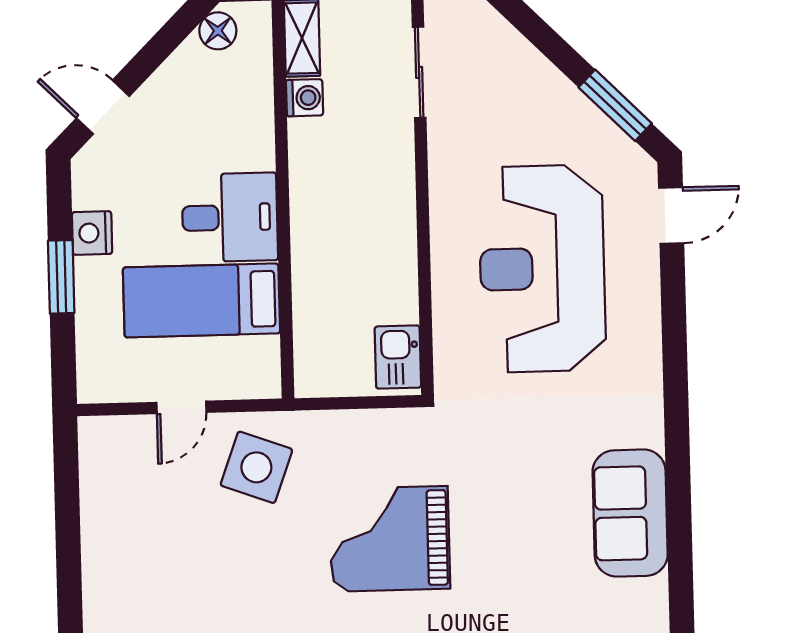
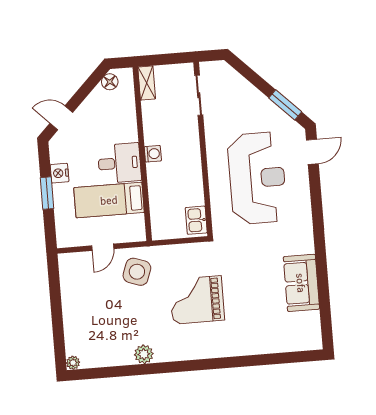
washing machine: (305, 98) -> (153, 154), moved
reception desk: (542, 269) -> (257, 178), turned 180

